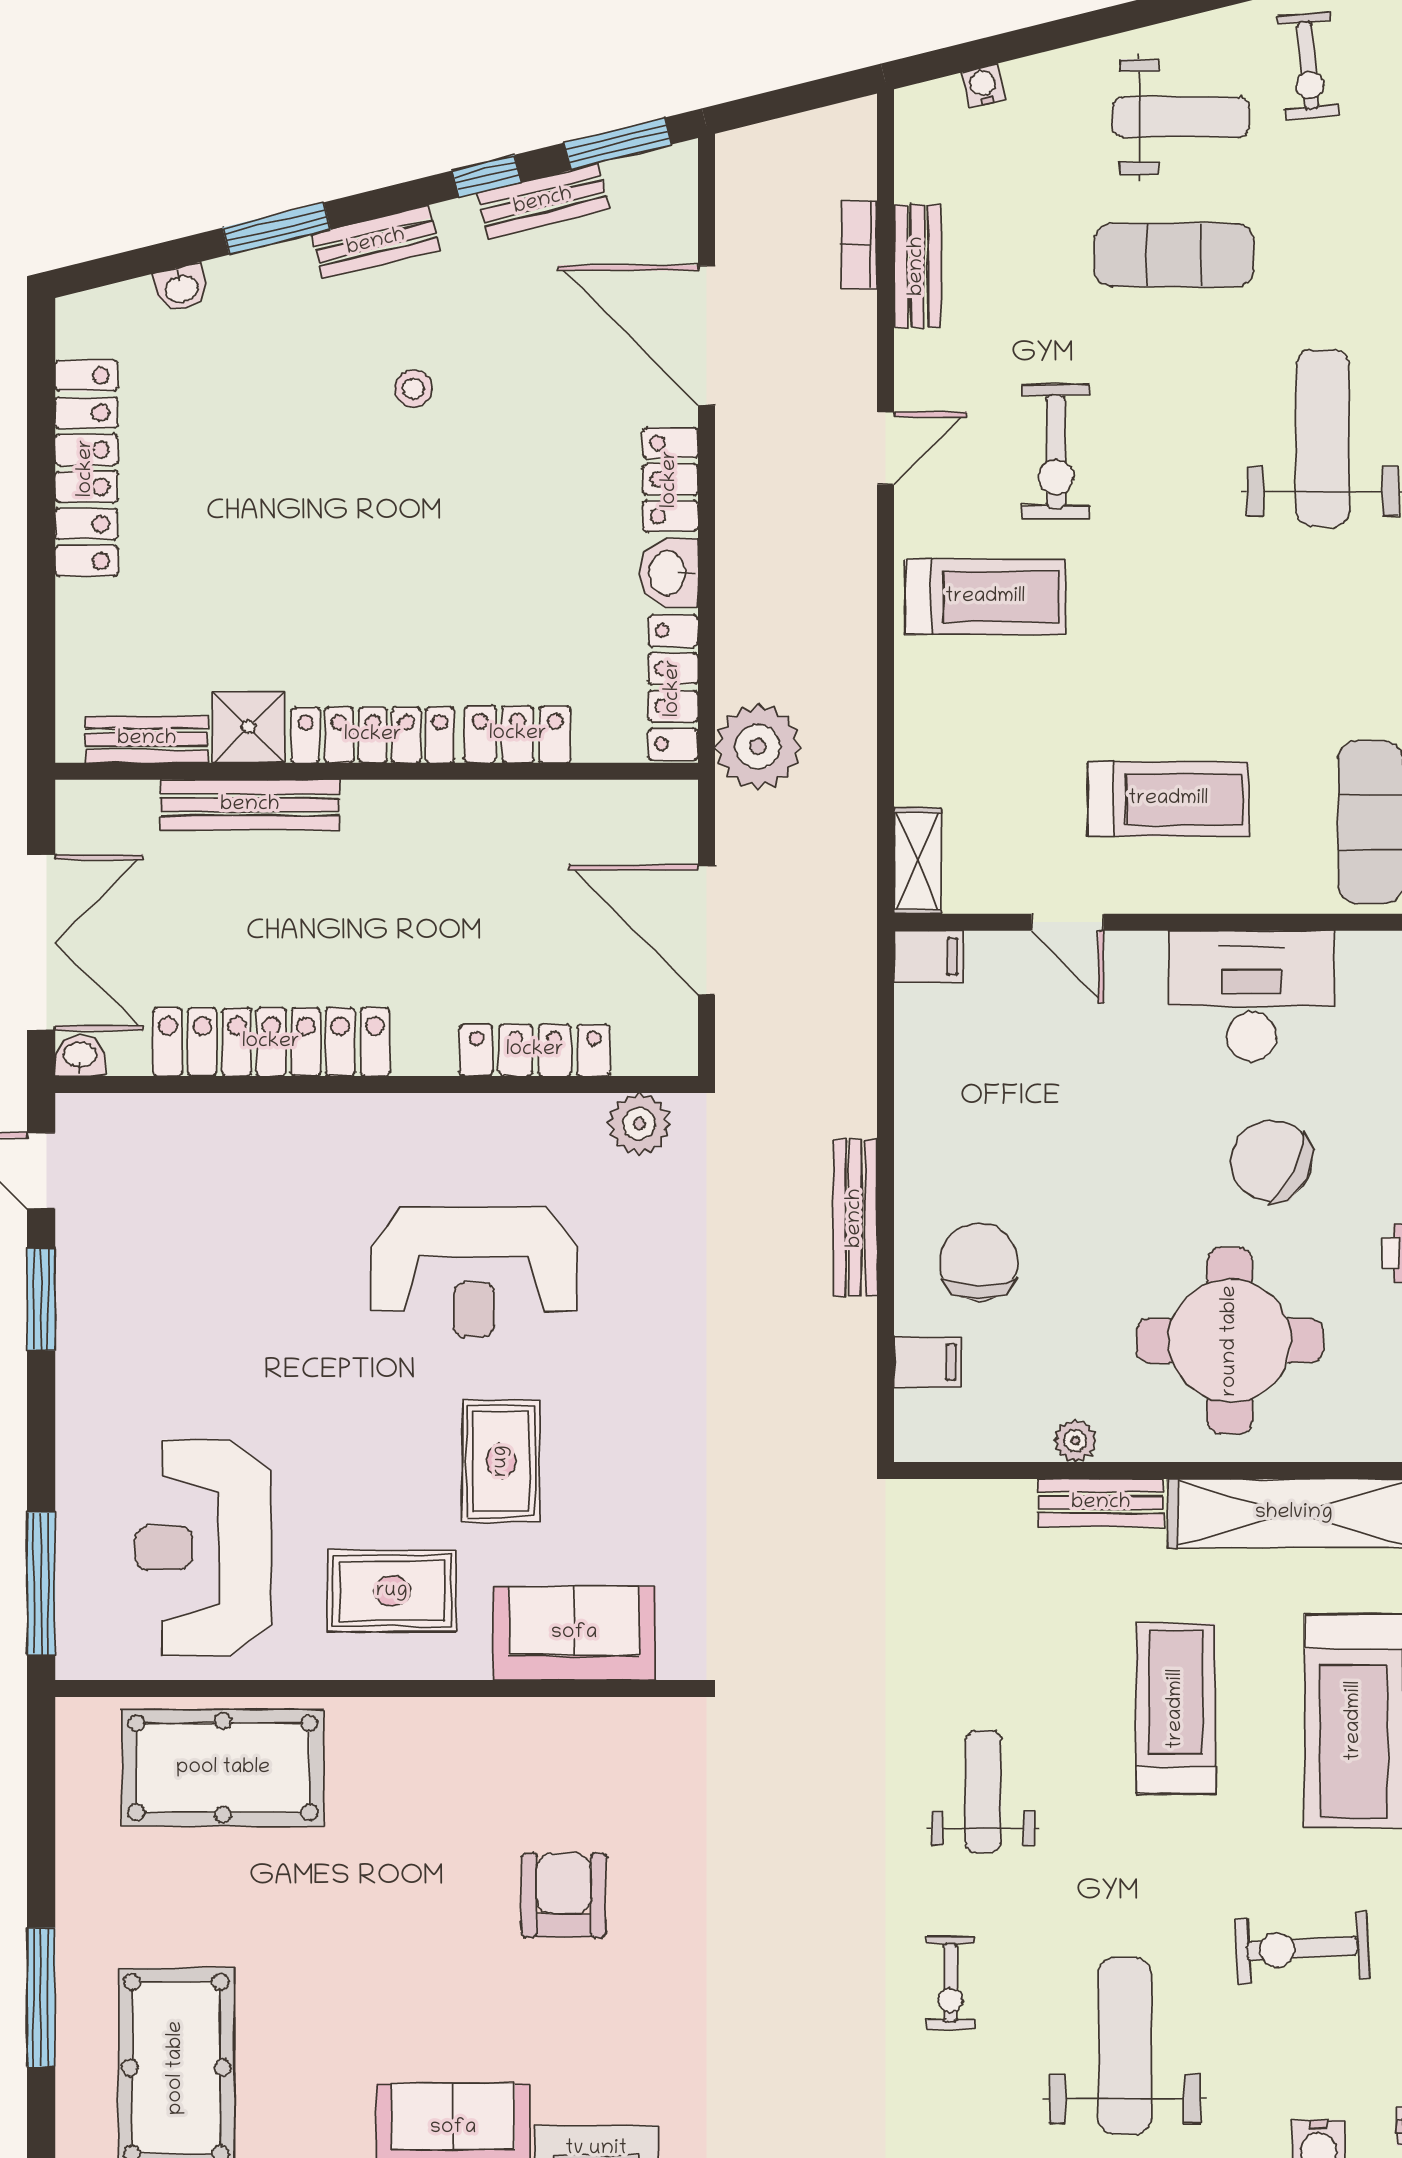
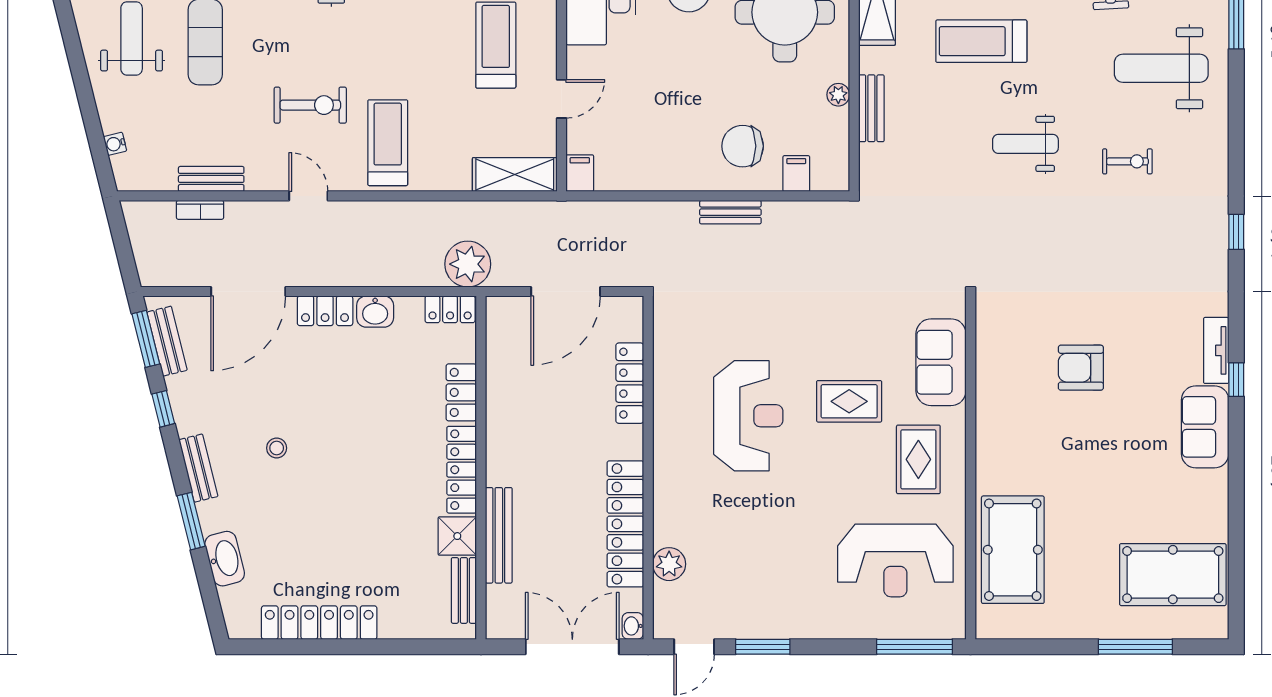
bench: (543, 201) -> (167, 341), moved
washbasin: (181, 288) -> (225, 559), width x1.91, depth x1.45
locker: (673, 688) -> (450, 309), width x0.66
shelving: (918, 861) -> (515, 175), width x1.50, depth x1.33
plant: (639, 1124) -> (669, 564), moved
bench: (855, 1218) -> (730, 212), width x0.73
bench: (1101, 1503) -> (871, 108), moved

